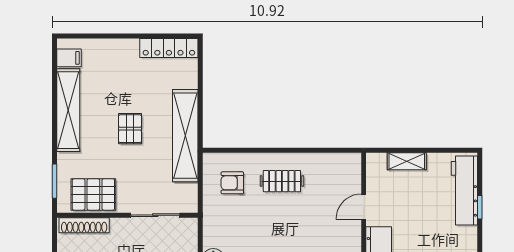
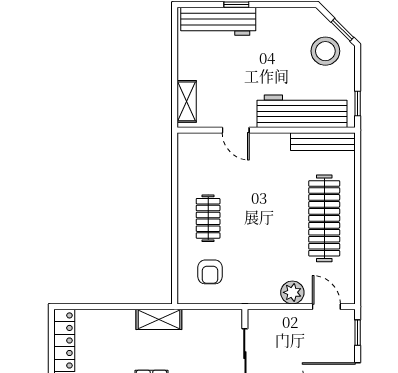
shelving: (185, 136) -> (159, 319), width x0.45, depth x0.75
shelving: (407, 161) -> (187, 101), moved

